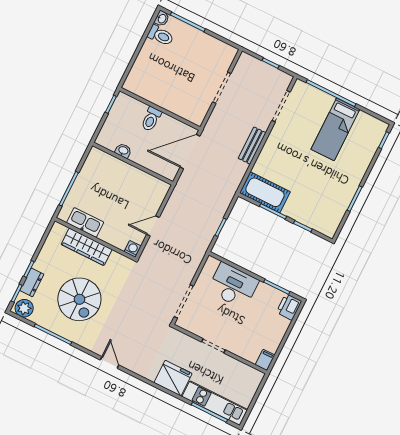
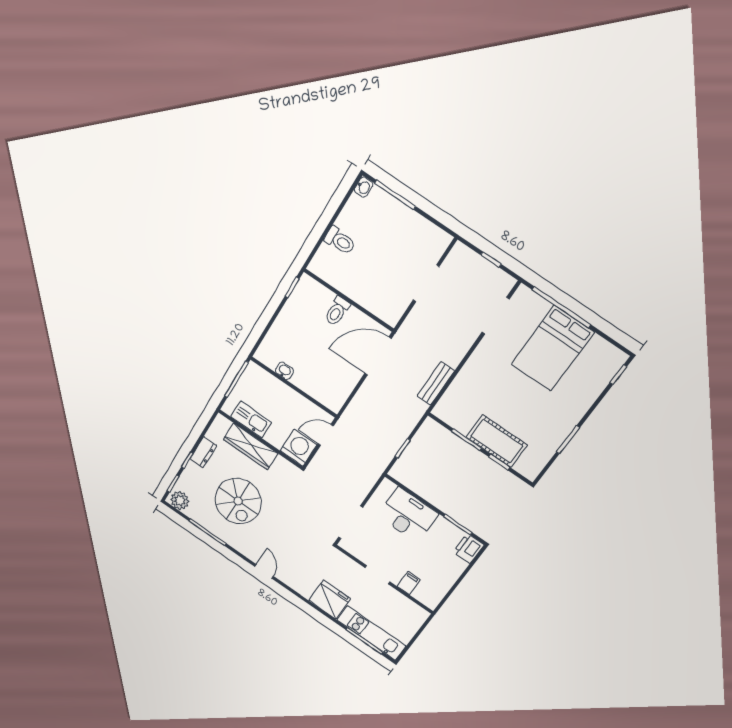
toilet: (160, 35) -> (340, 241), moved
bed: (335, 129) -> (552, 348), width x1.50
bench: (252, 146) -> (436, 383), moved
washbasin: (123, 151) -> (284, 371), moved
wall: (133, 164) -> (294, 387), moved
cot: (265, 192) -> (497, 441), moved
washing machine: (133, 249) -> (298, 448), width x1.89, depth x1.89
dresser: (32, 282) -> (203, 452), moved
filing cabinet: (265, 360) -> (409, 583), moved

